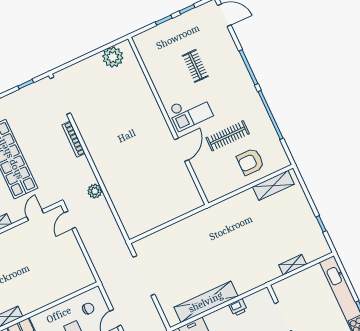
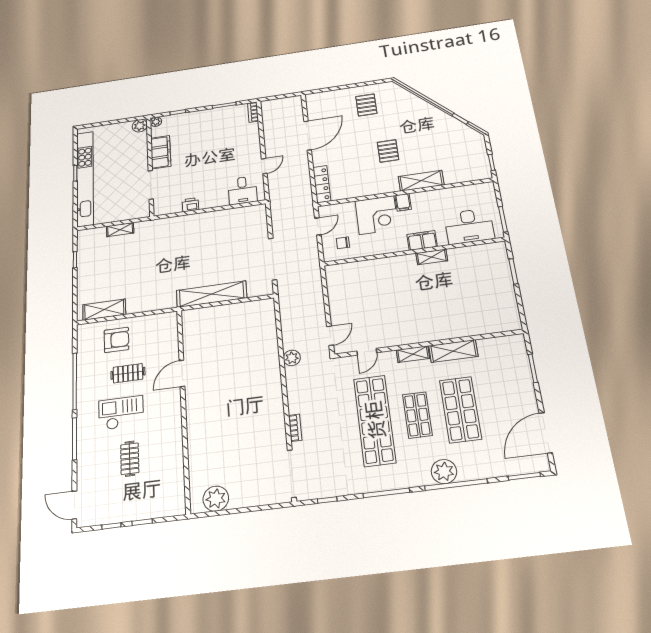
checkout: (190, 112) -> (121, 413), moved
clothes rail: (228, 136) -> (128, 373), width x0.73
bookcase: (74, 139) -> (295, 428), width x0.64
shelving: (206, 302) -> (211, 294), moved

